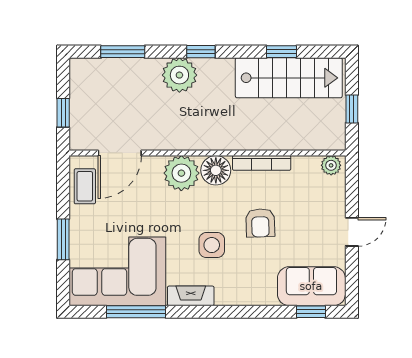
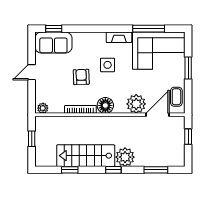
stairs: (289, 78) -> (86, 156), moved
plant: (181, 173) -> (136, 104), moved

